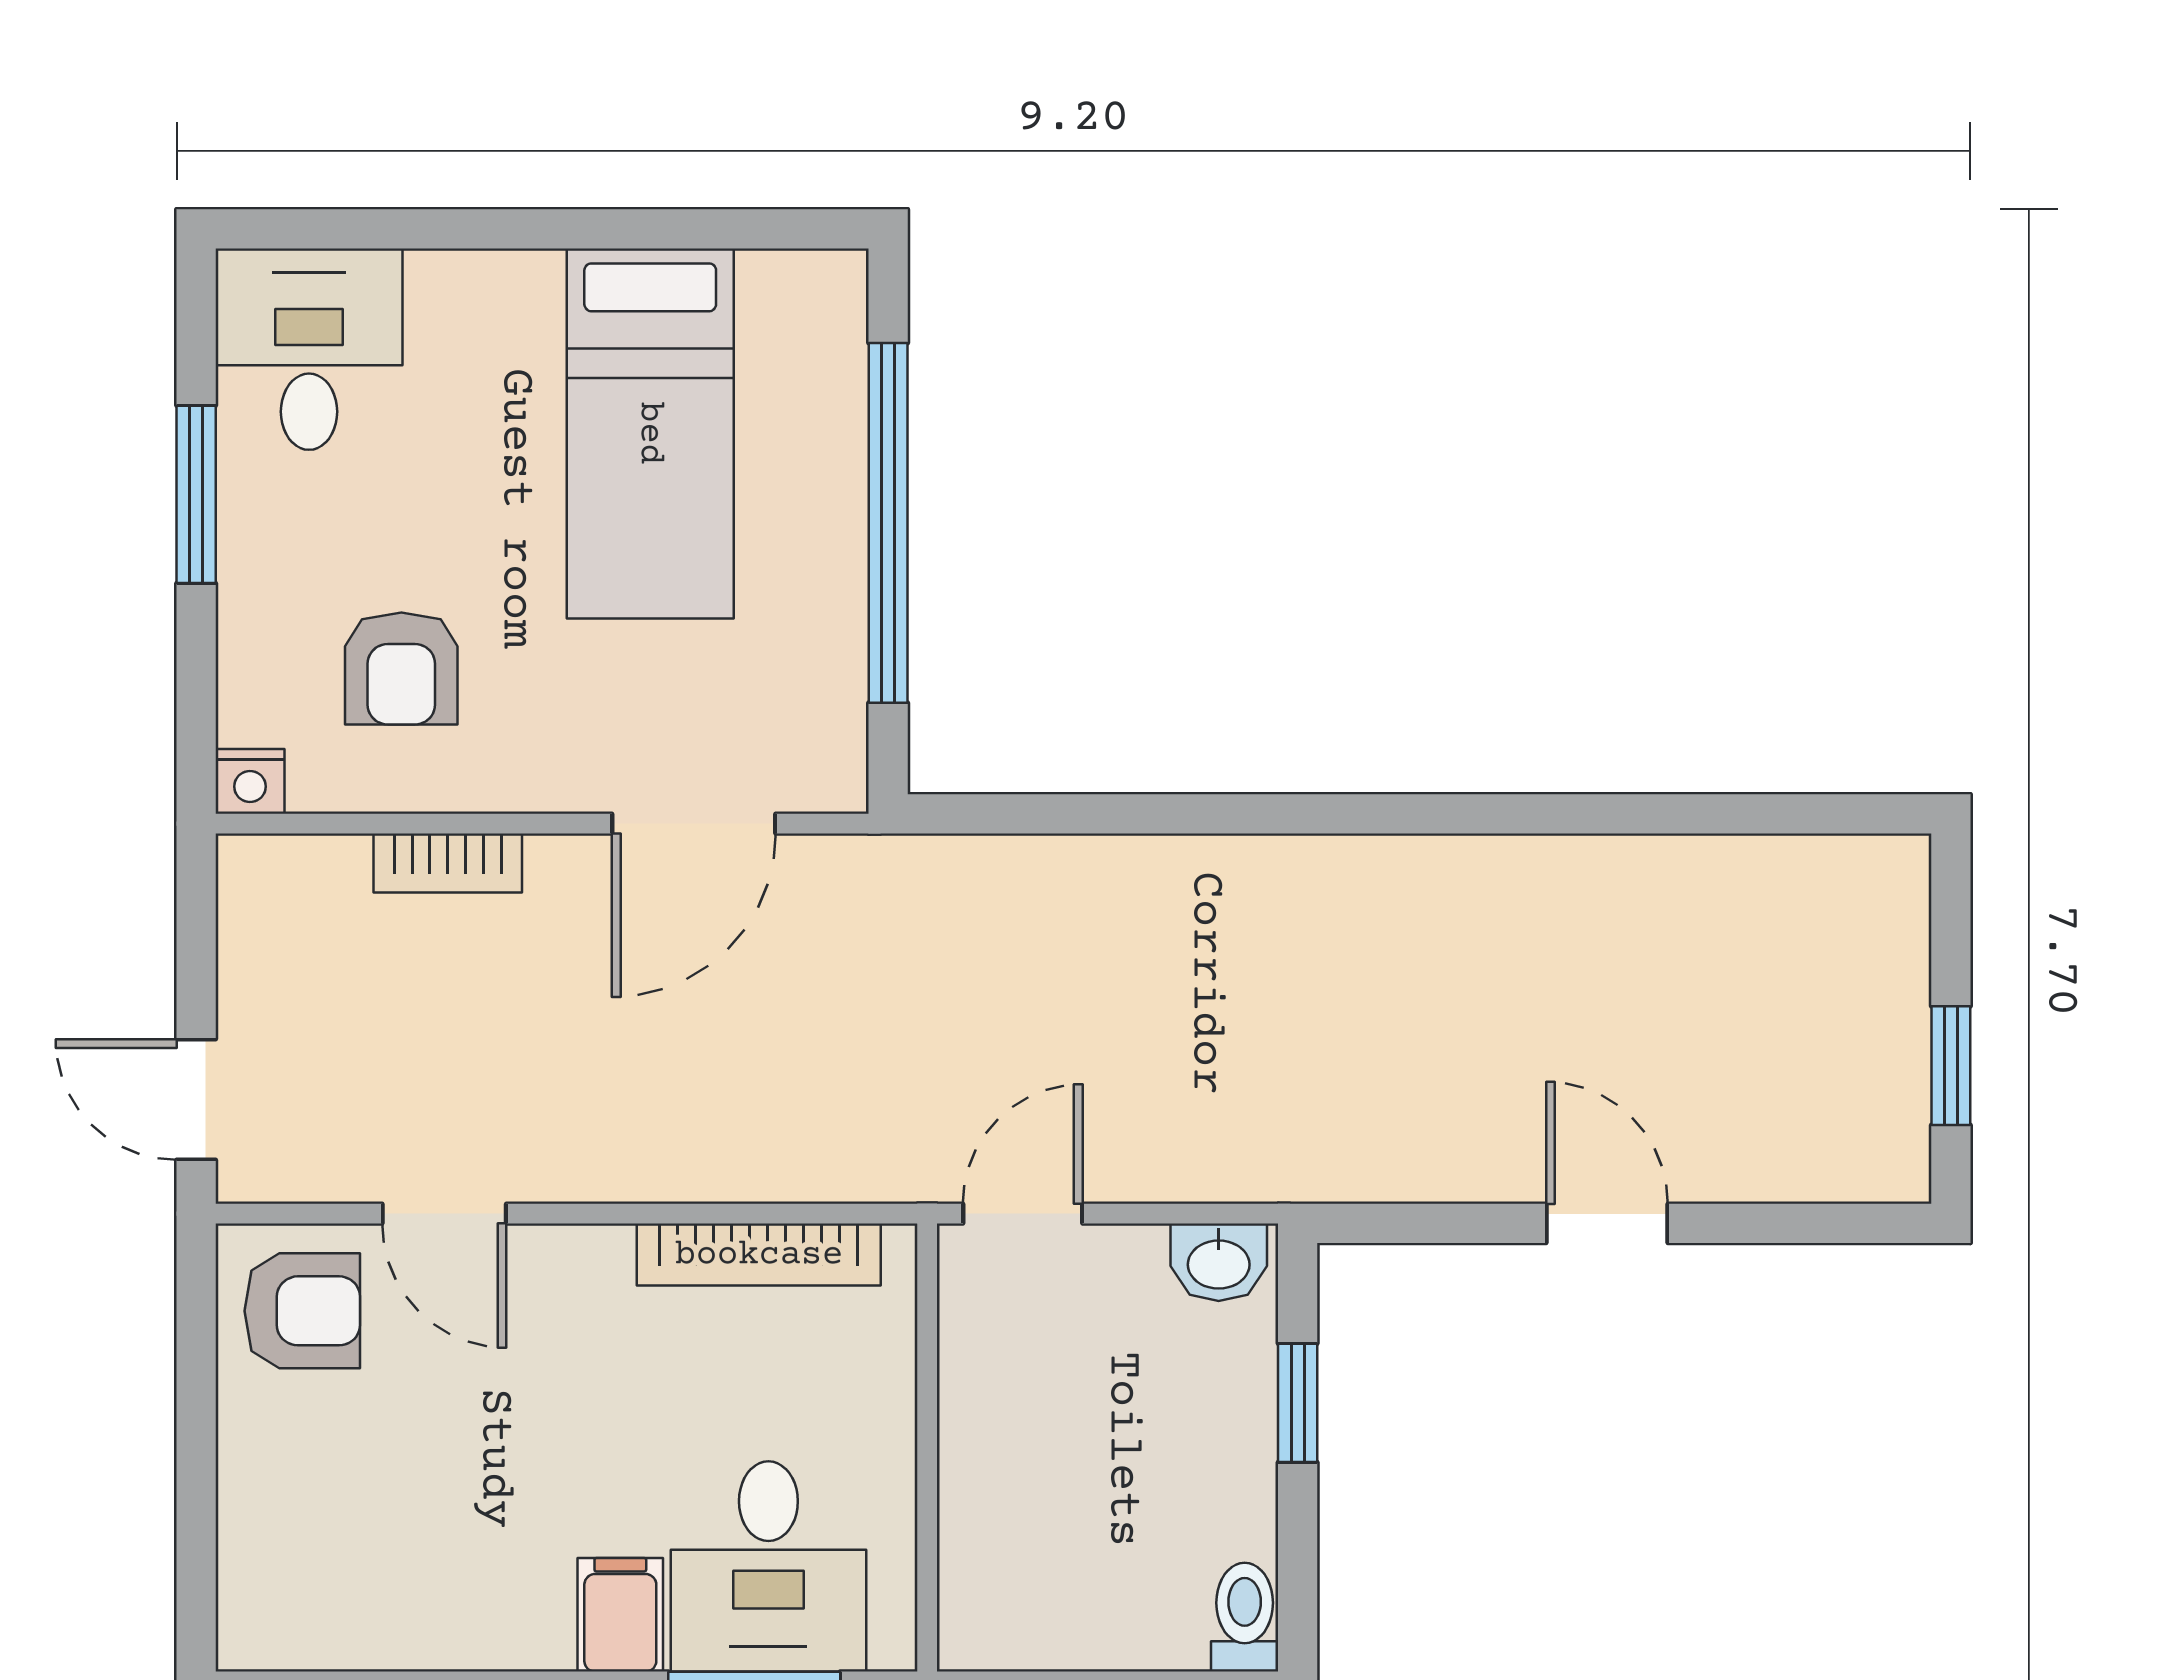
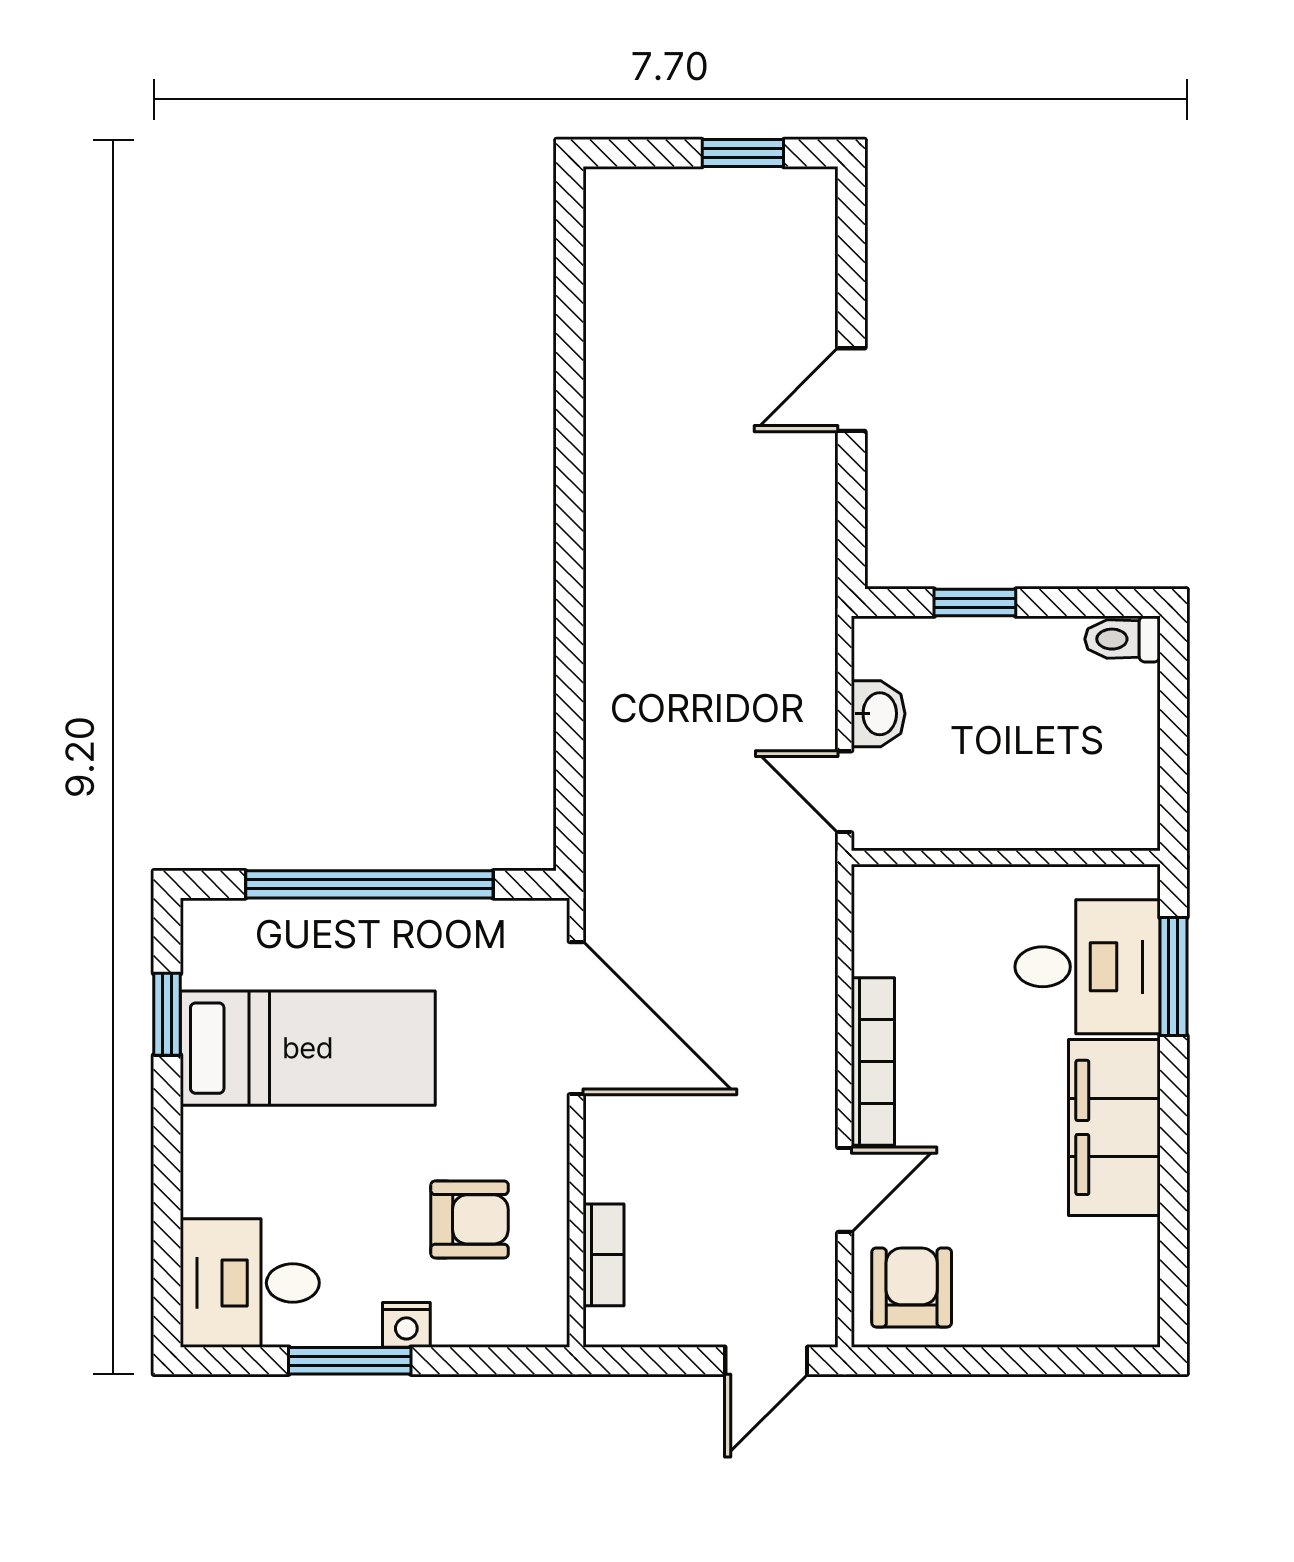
window: (699, 229) -> (167, 1014), added
nightstand: (250, 781) -> (406, 1325), moved, turned 90
door: (694, 824) -> (576, 1018), width x1.36
bookcase: (448, 863) -> (603, 1255), moved
bookcase: (759, 1255) -> (873, 1062), moved
washbasin: (1219, 1262) -> (878, 714), moved
filing cabinet: (620, 1615) -> (1114, 1127), width x3.00, depth x1.17

